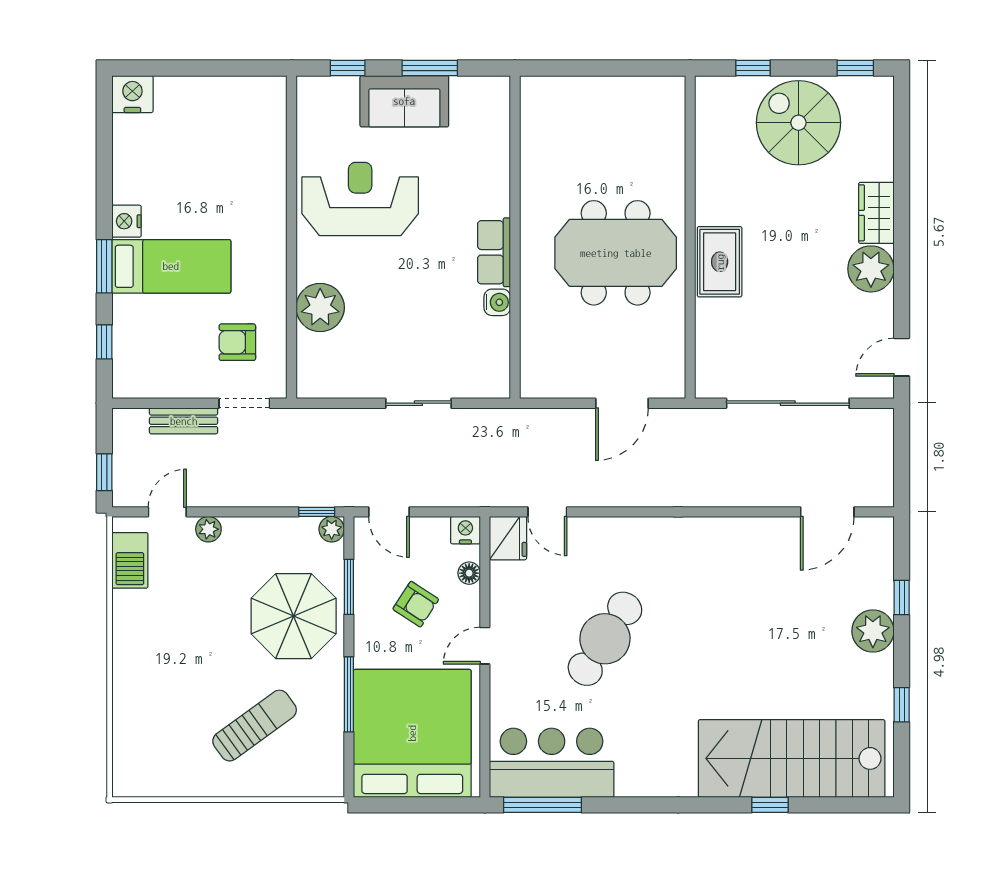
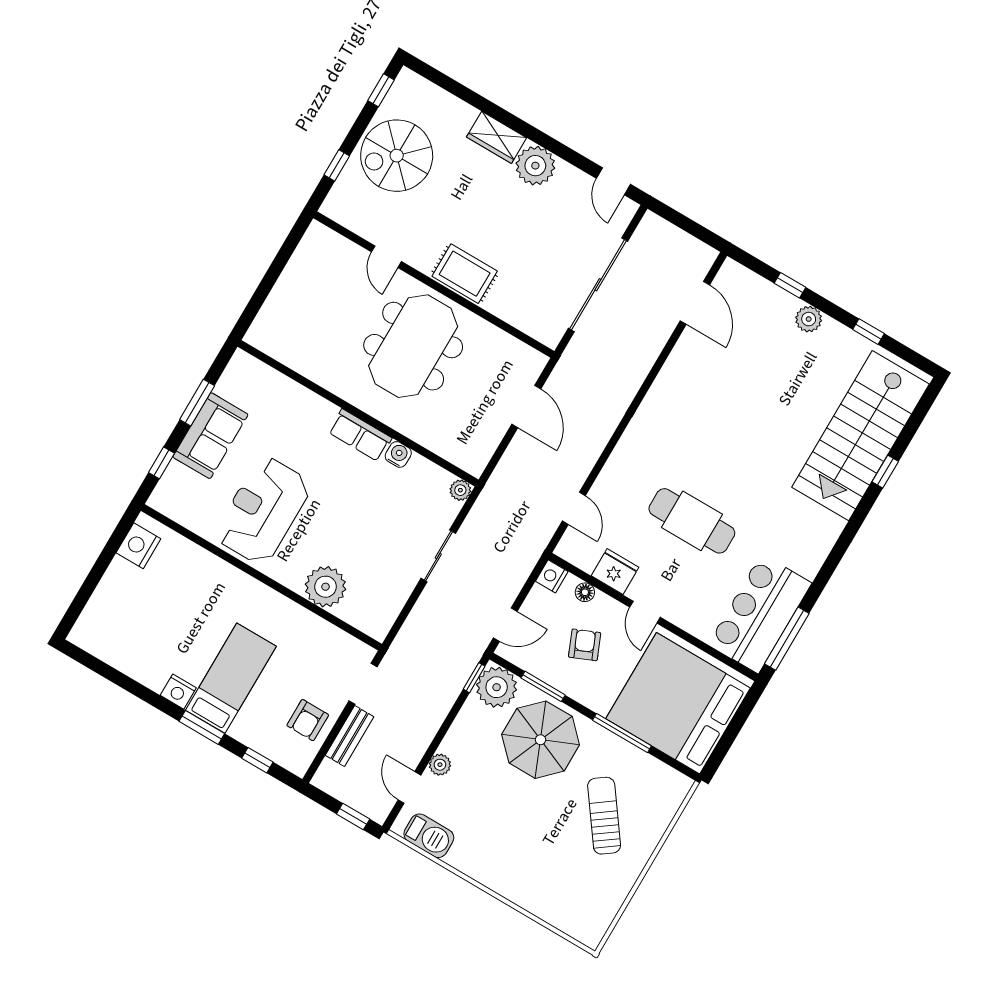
nightstand: (132, 94) -> (138, 546), moved
door: (690, 173) -> (386, 257), added
armchair: (237, 342) -> (308, 720), moved
plant: (498, 386) -> (460, 490), added
door: (547, 512) -> (574, 508), hinge flipped
plant: (332, 529) -> (497, 687), width x1.87, depth x1.87
fridge: (508, 538) -> (615, 572), moved
armchair: (416, 604) -> (585, 645), turned -56
plant: (873, 631) -> (809, 319), width x0.73, depth x0.73
cafe table: (605, 639) -> (692, 521), turned -33

